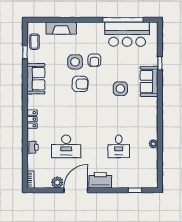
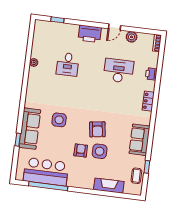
sofa: (149, 81) -> (30, 129), width x1.36
armchair: (80, 84) -> (97, 129), turned -100
desk: (119, 146) -> (68, 64), turned 180
door: (76, 190) -> (115, 27), width x0.53

